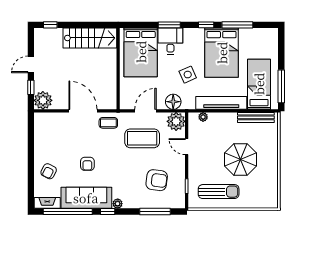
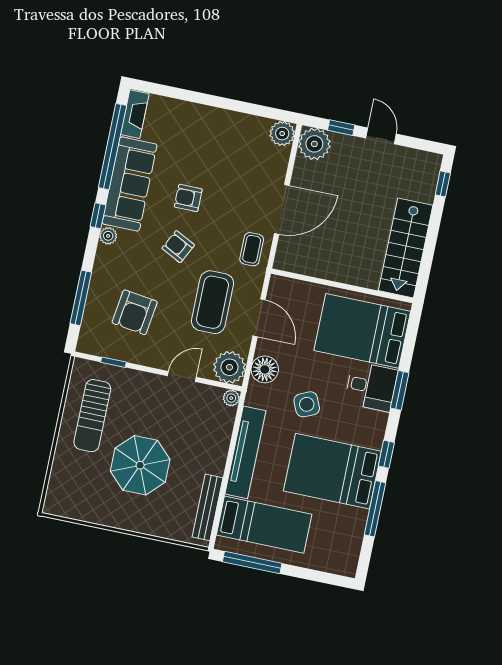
plant: (203, 117) -> (231, 398), moved
plant: (41, 119) -> (282, 134), added
armchair: (49, 171) -> (178, 247), moved

